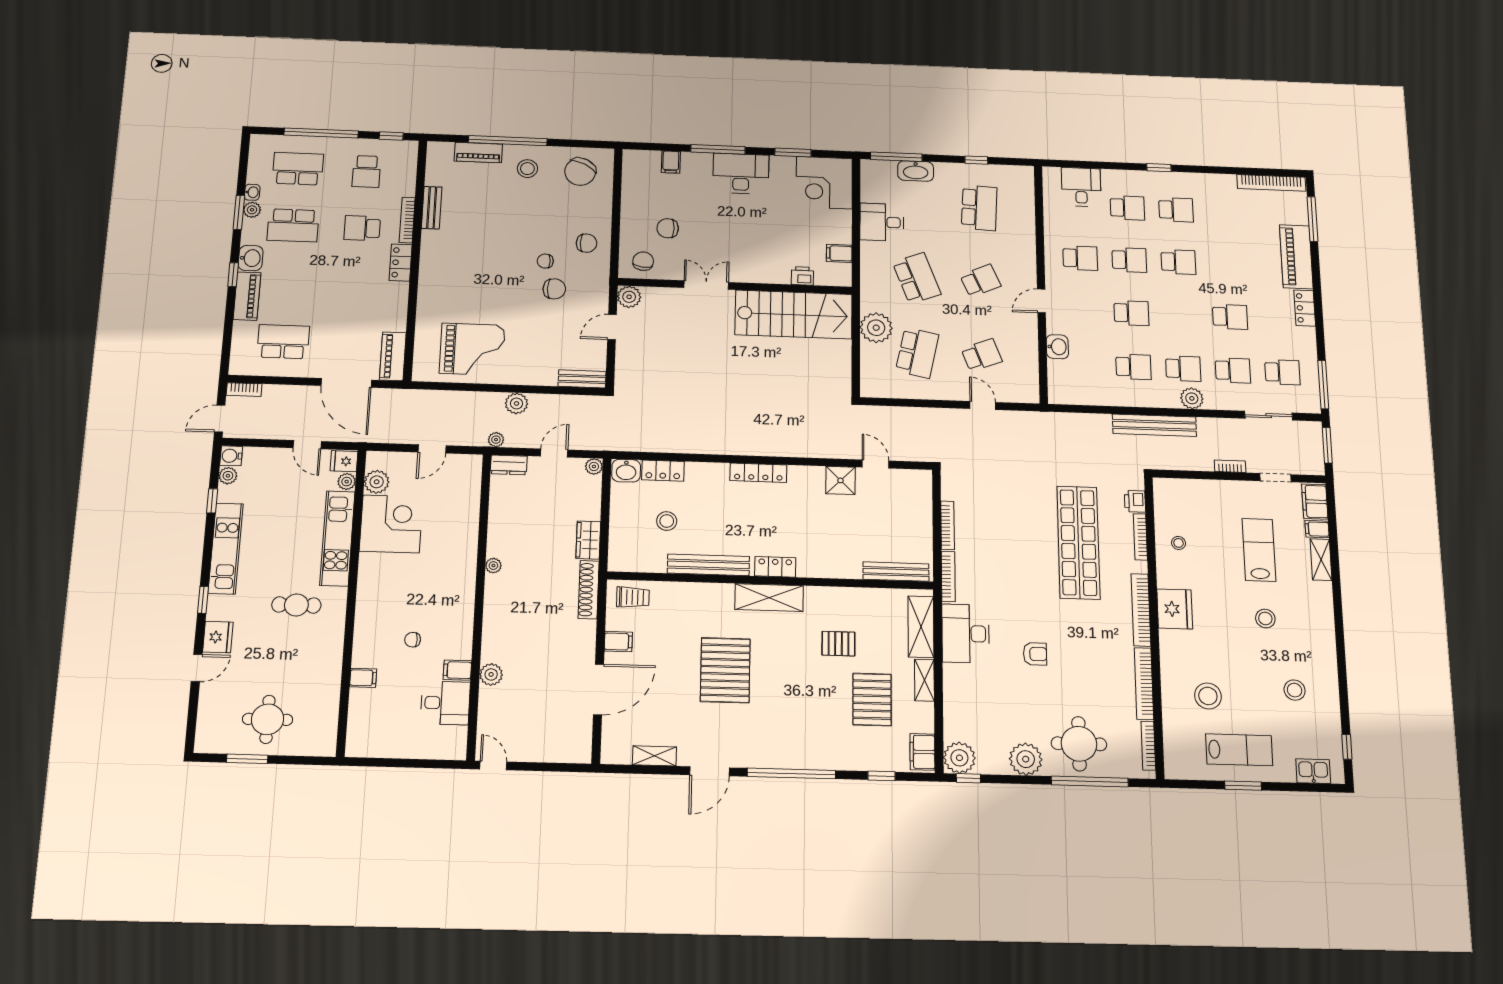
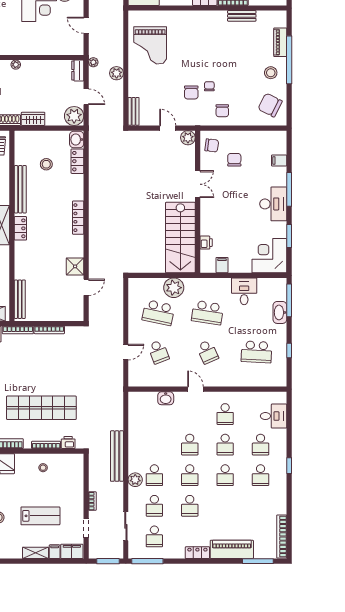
school desk: (917, 278) -> (207, 313), turned 30
school desk: (1133, 367) -> (190, 475), moved
plant: (594, 467) -> (74, 116), width x1.87, depth x1.87

